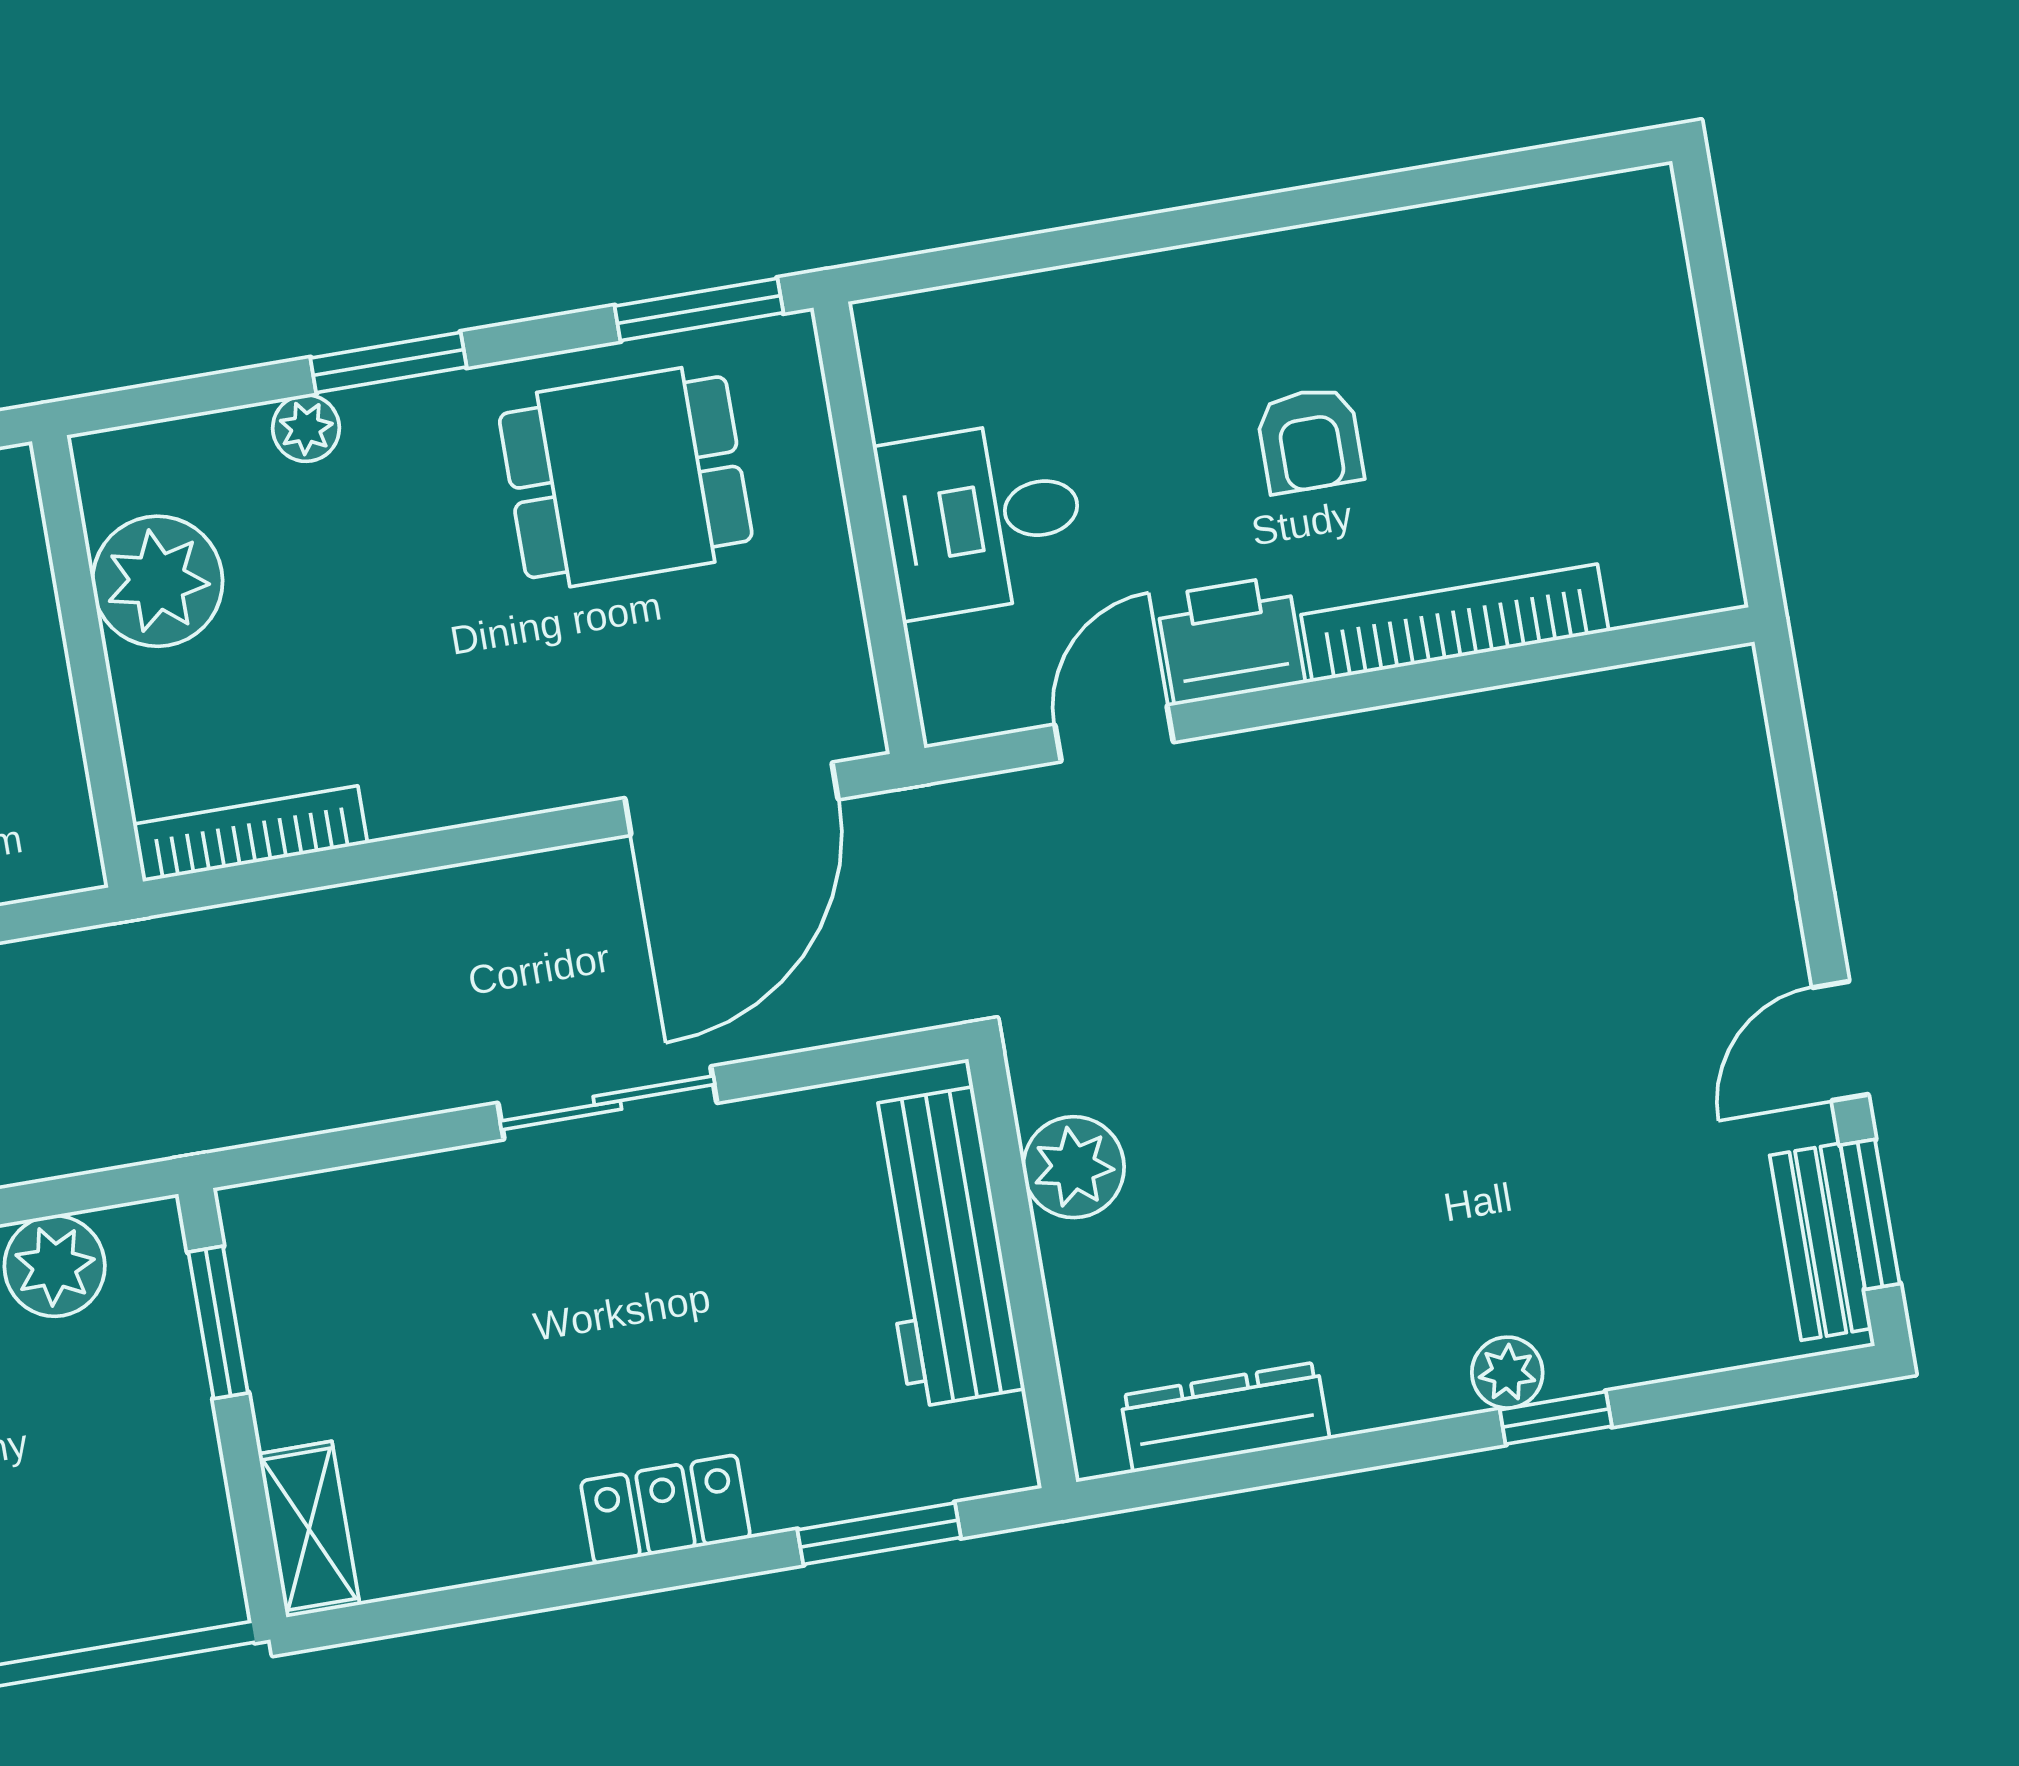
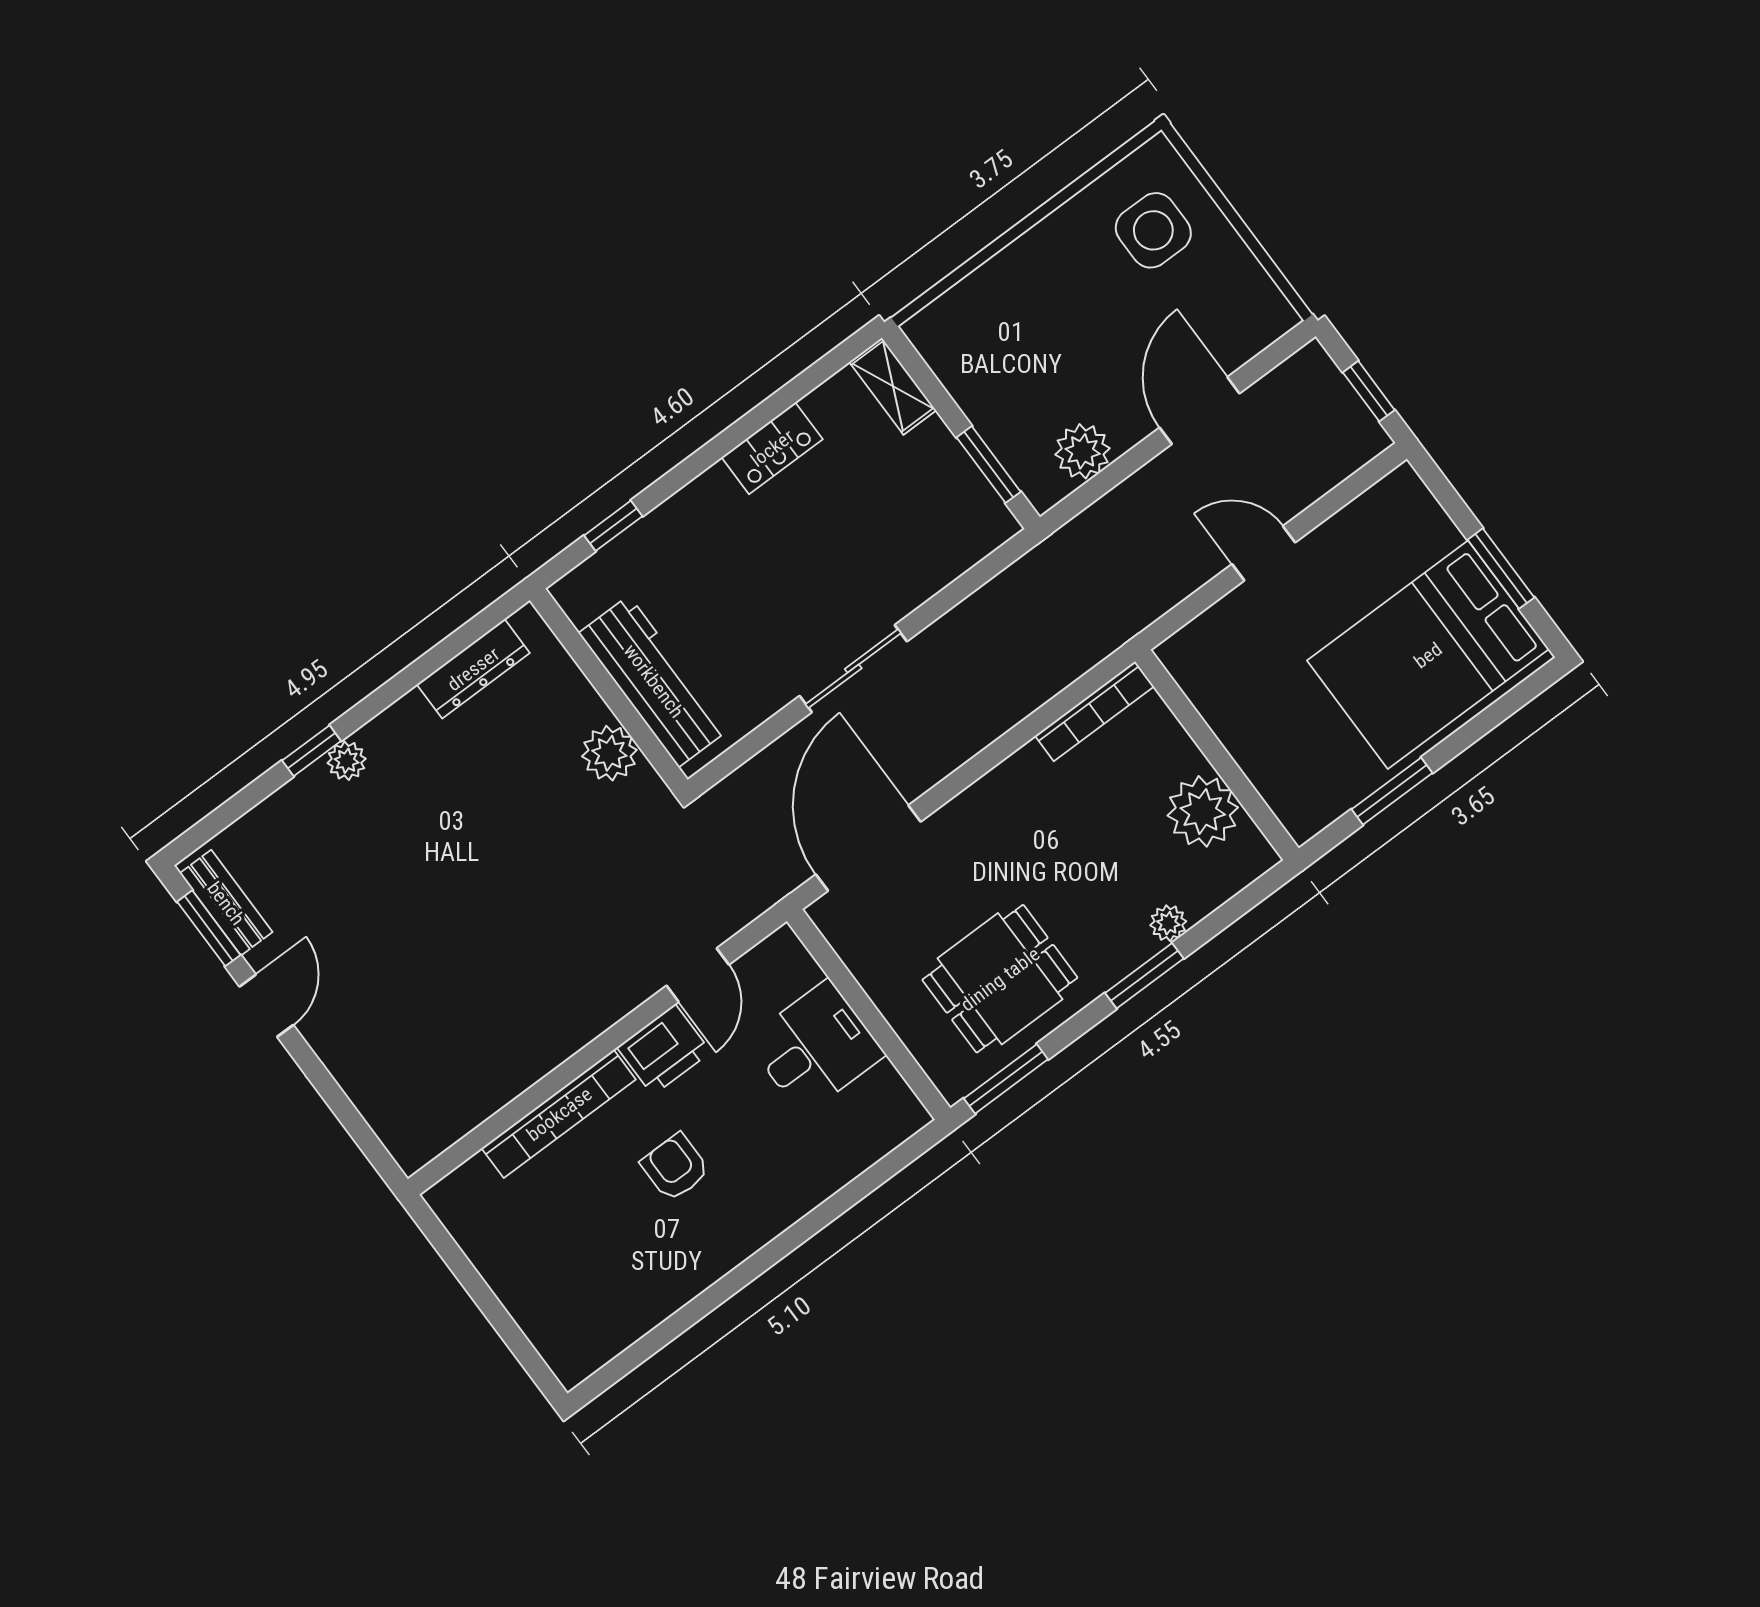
locker: (666, 1510) -> (772, 448), moved
window: (879, 1534) -> (613, 526), width x0.67

